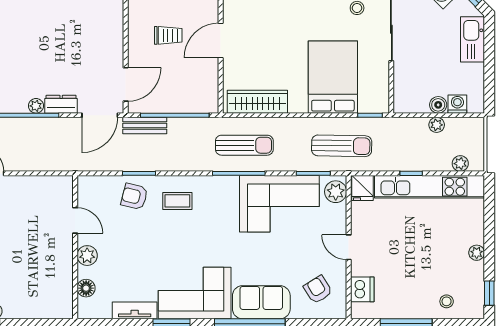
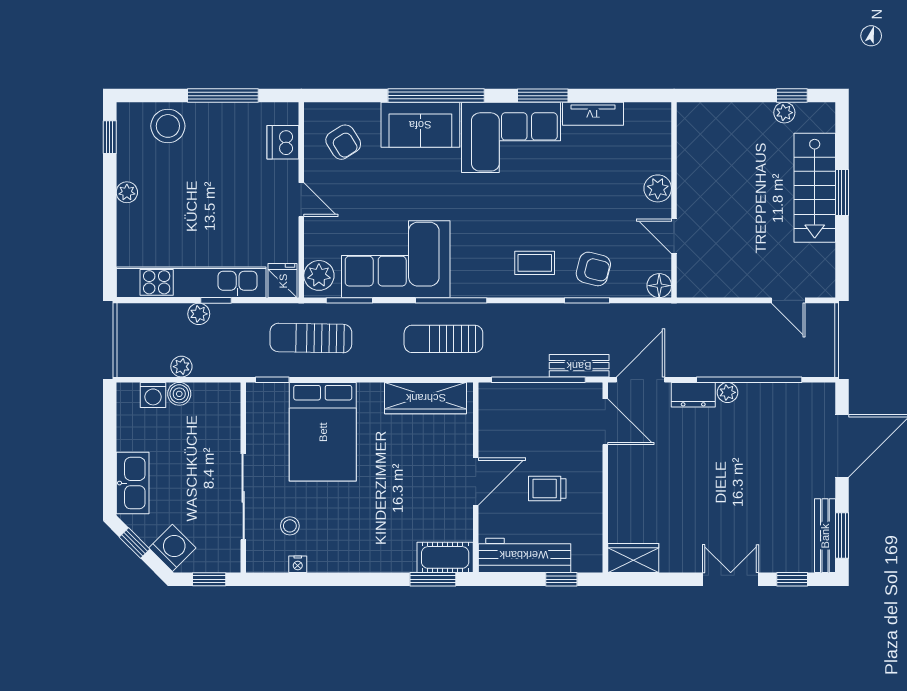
door: (126, 84) -> (605, 422), swing flipped
plant: (460, 164) -> (199, 314), moved
floor lamp: (86, 288) -> (659, 286), moved
stool: (447, 301) -> (168, 126), width x1.89, depth x1.89

